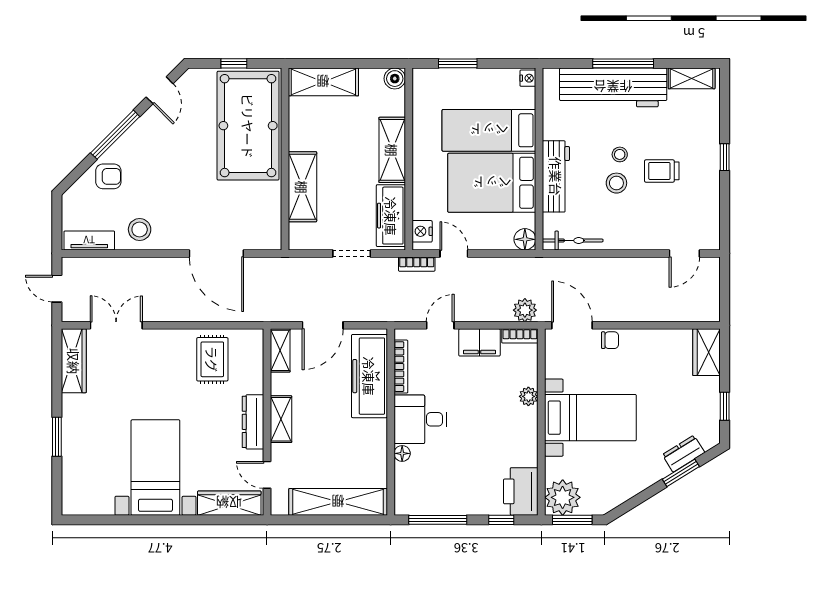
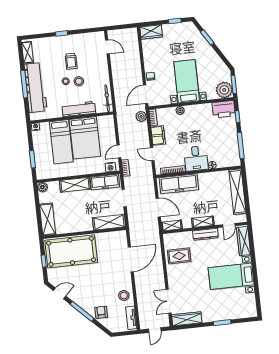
shelving: (302, 187) -> (109, 222), moved
floor lamp: (525, 239) -> (109, 120), removed
dresser: (683, 454) -> (198, 37), removed

